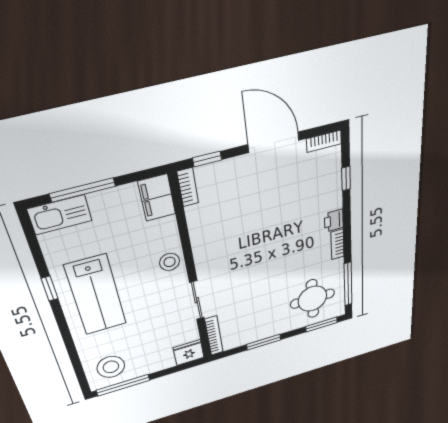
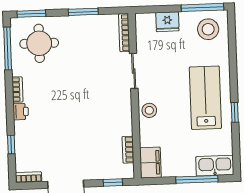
bookcase: (188, 187) -> (128, 150), moved
fridge: (189, 353) -> (167, 22), moved

